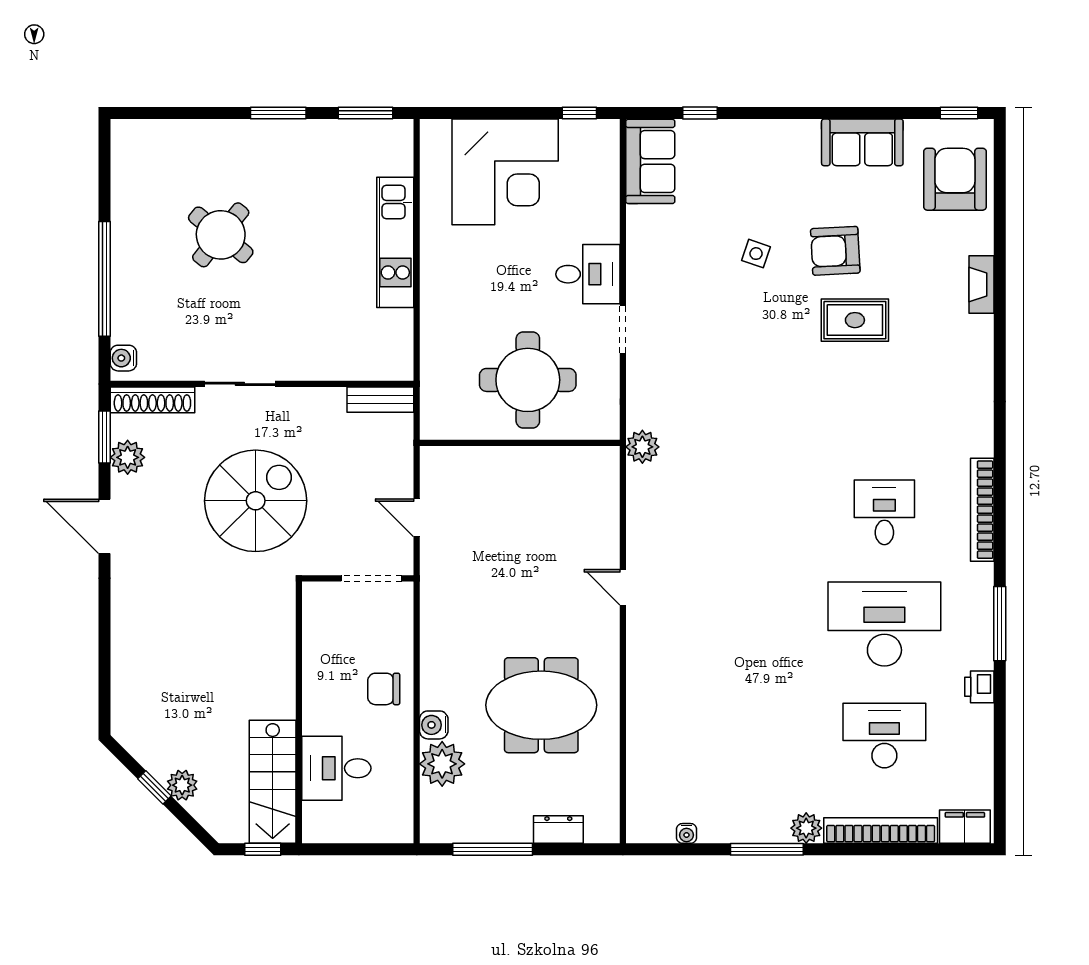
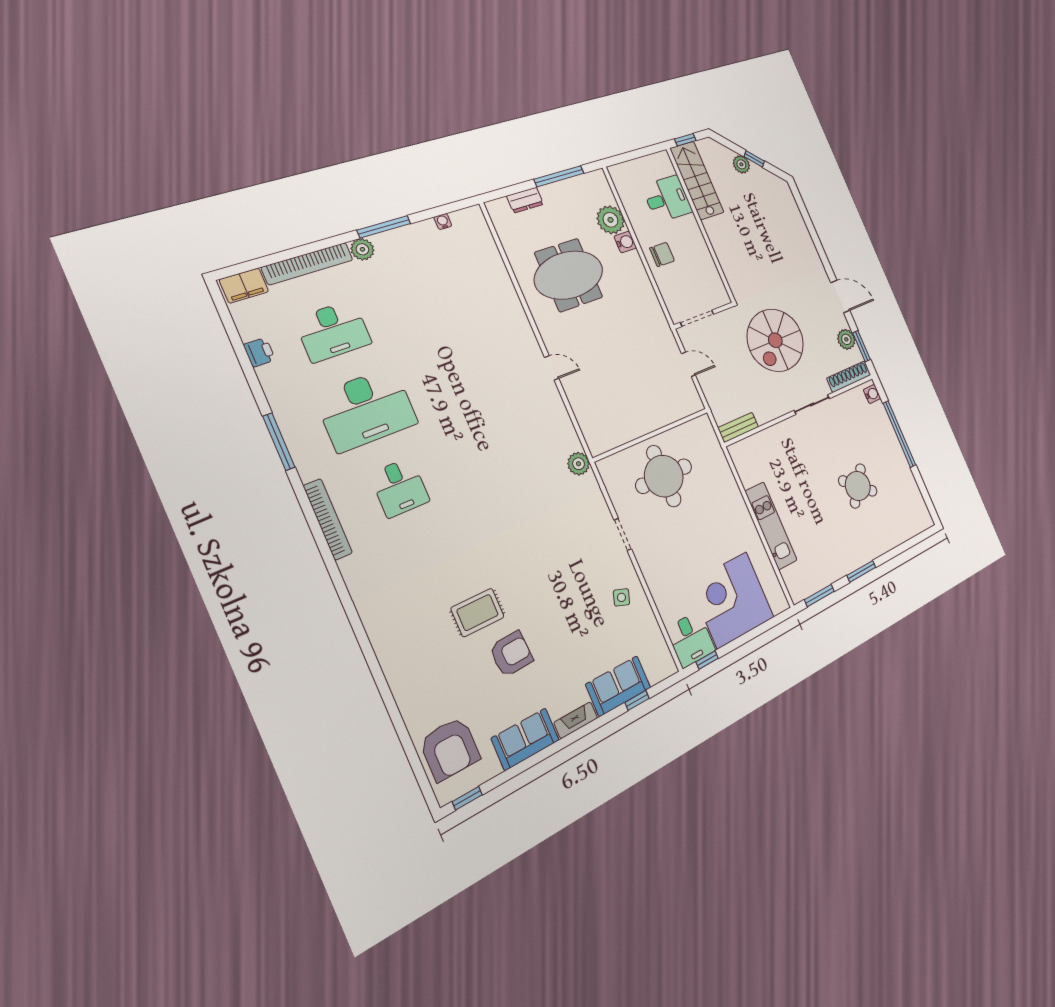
sofa: (650, 161) -> (618, 686), moved, turned 90
side table: (756, 254) -> (621, 597), moved
desk: (588, 274) -> (691, 639), moved, turned -90
fireplace: (982, 284) -> (576, 720), moved, turned -90
printer: (979, 687) -> (259, 352), moved

